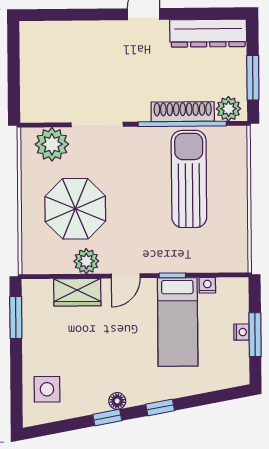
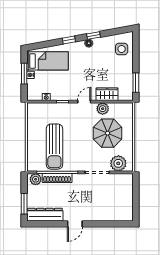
window: (253, 78) -> (24, 204), moved
bed: (178, 322) -> (48, 61), moved, turned 90

